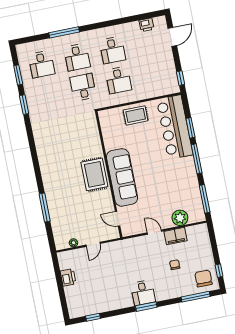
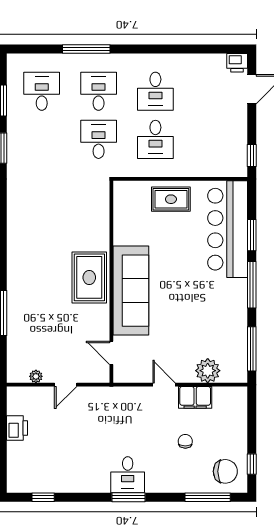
printer: (147, 25) -> (237, 63), moved
desk: (77, 57) -> (99, 91), turned 180
desk: (42, 64) -> (42, 91), turned 180
chair: (203, 278) -> (225, 471), turned 90

